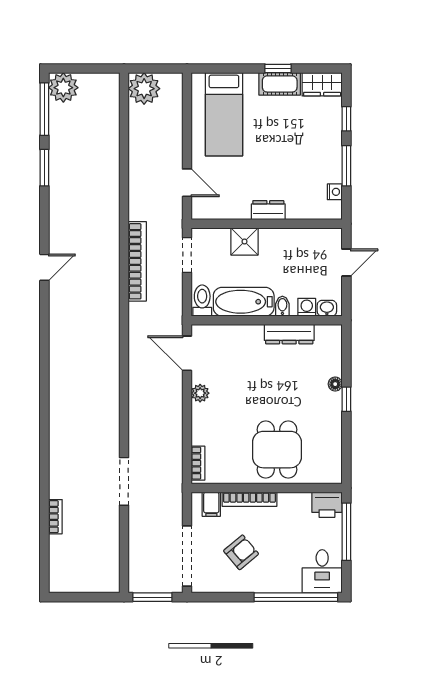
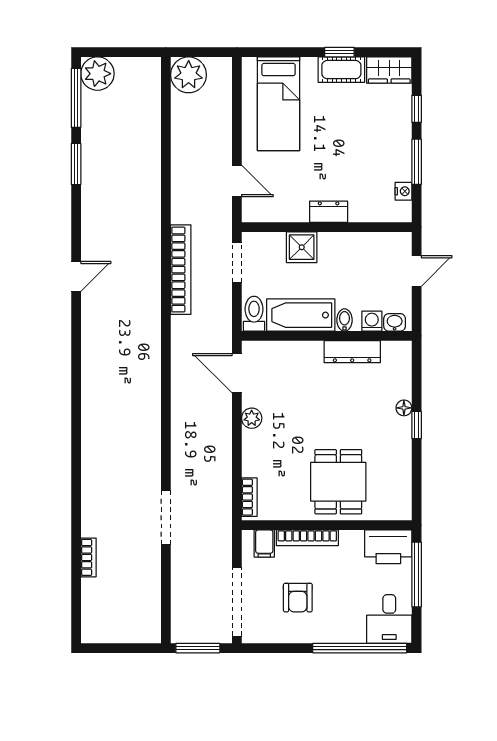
printer: (327, 505) -> (388, 547), width x1.37, depth x1.19
armchair: (241, 552) -> (298, 598), turned 130

